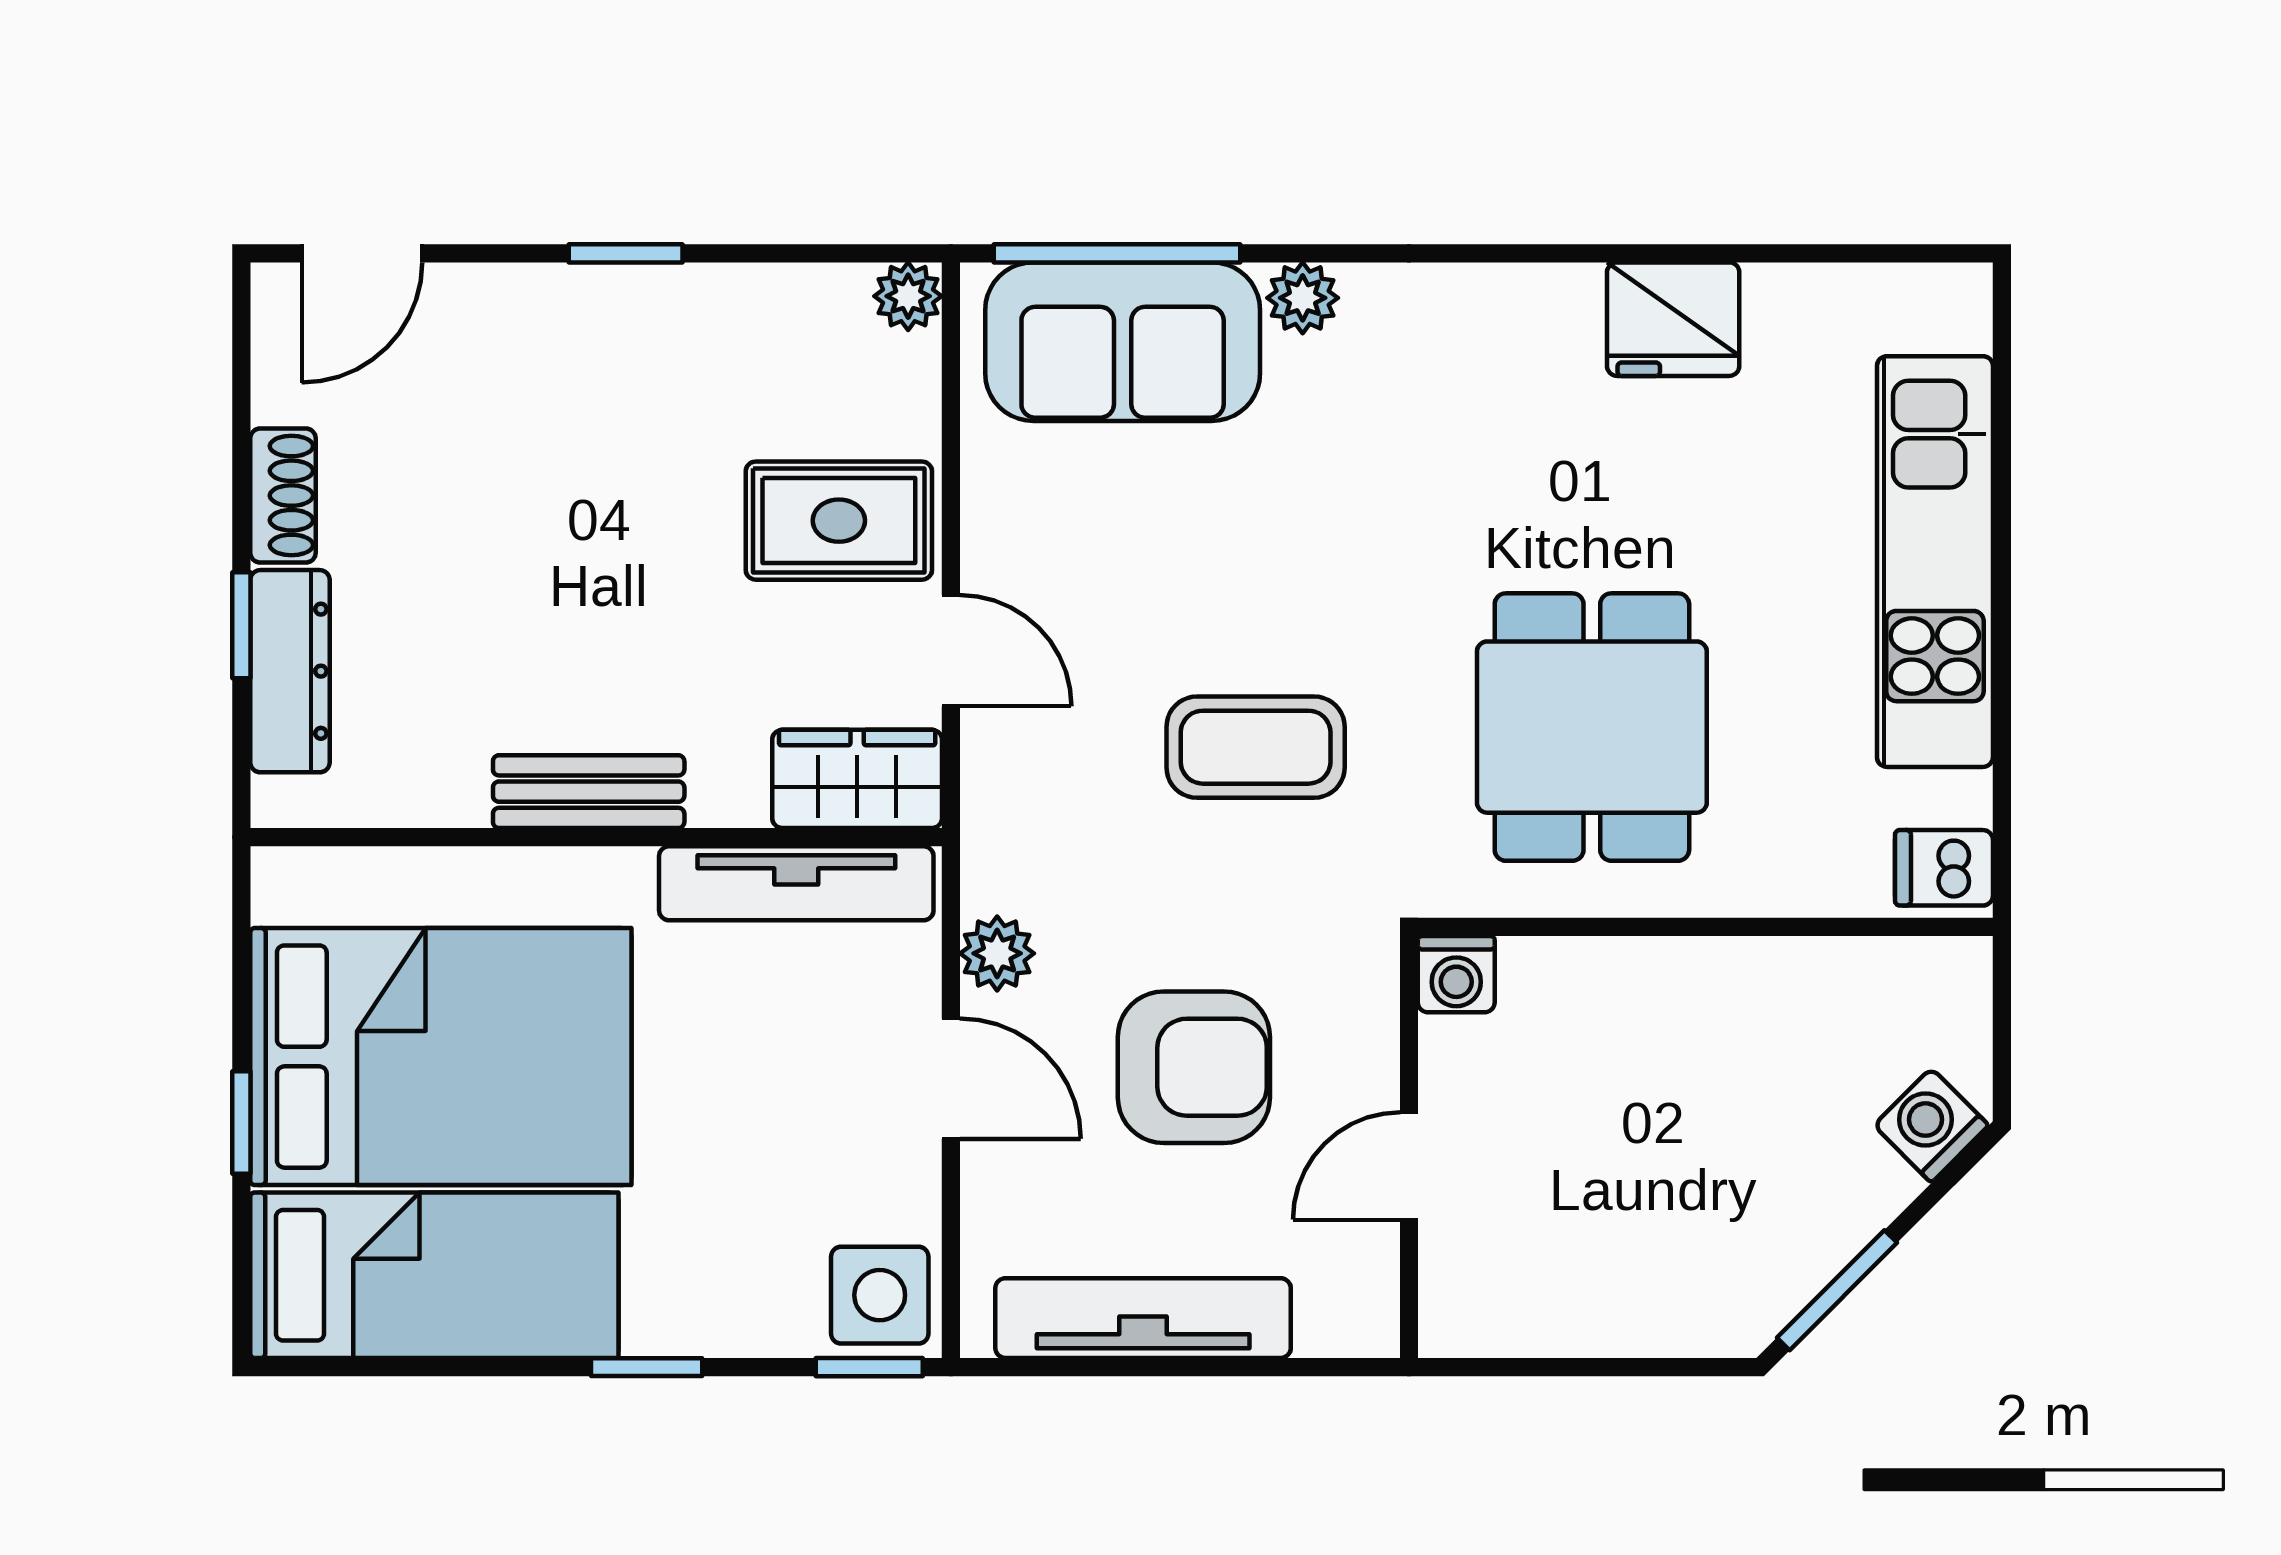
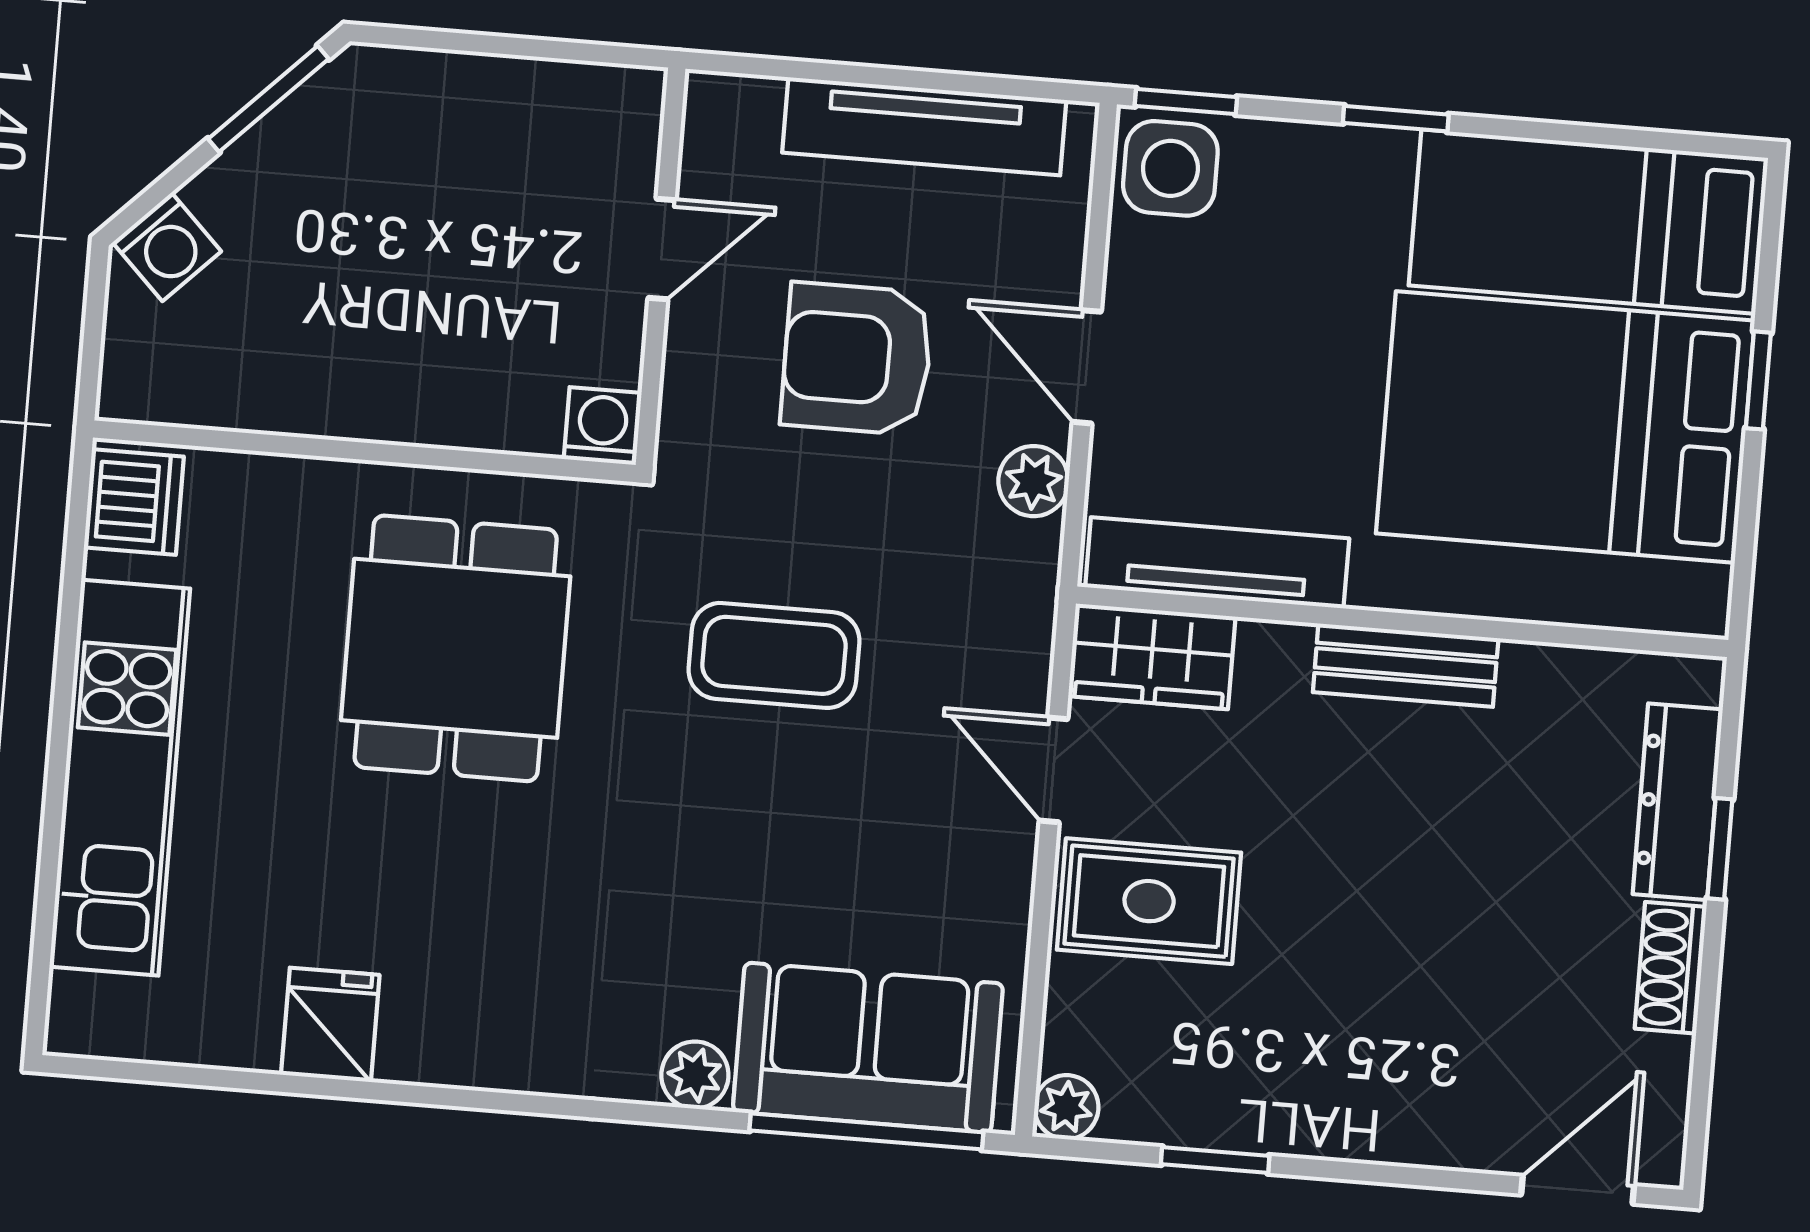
window: (626, 253) -> (1215, 1160), moved
fridge: (1673, 319) -> (330, 1025), width x0.72
dishwasher: (1944, 868) -> (134, 502), width x1.38

